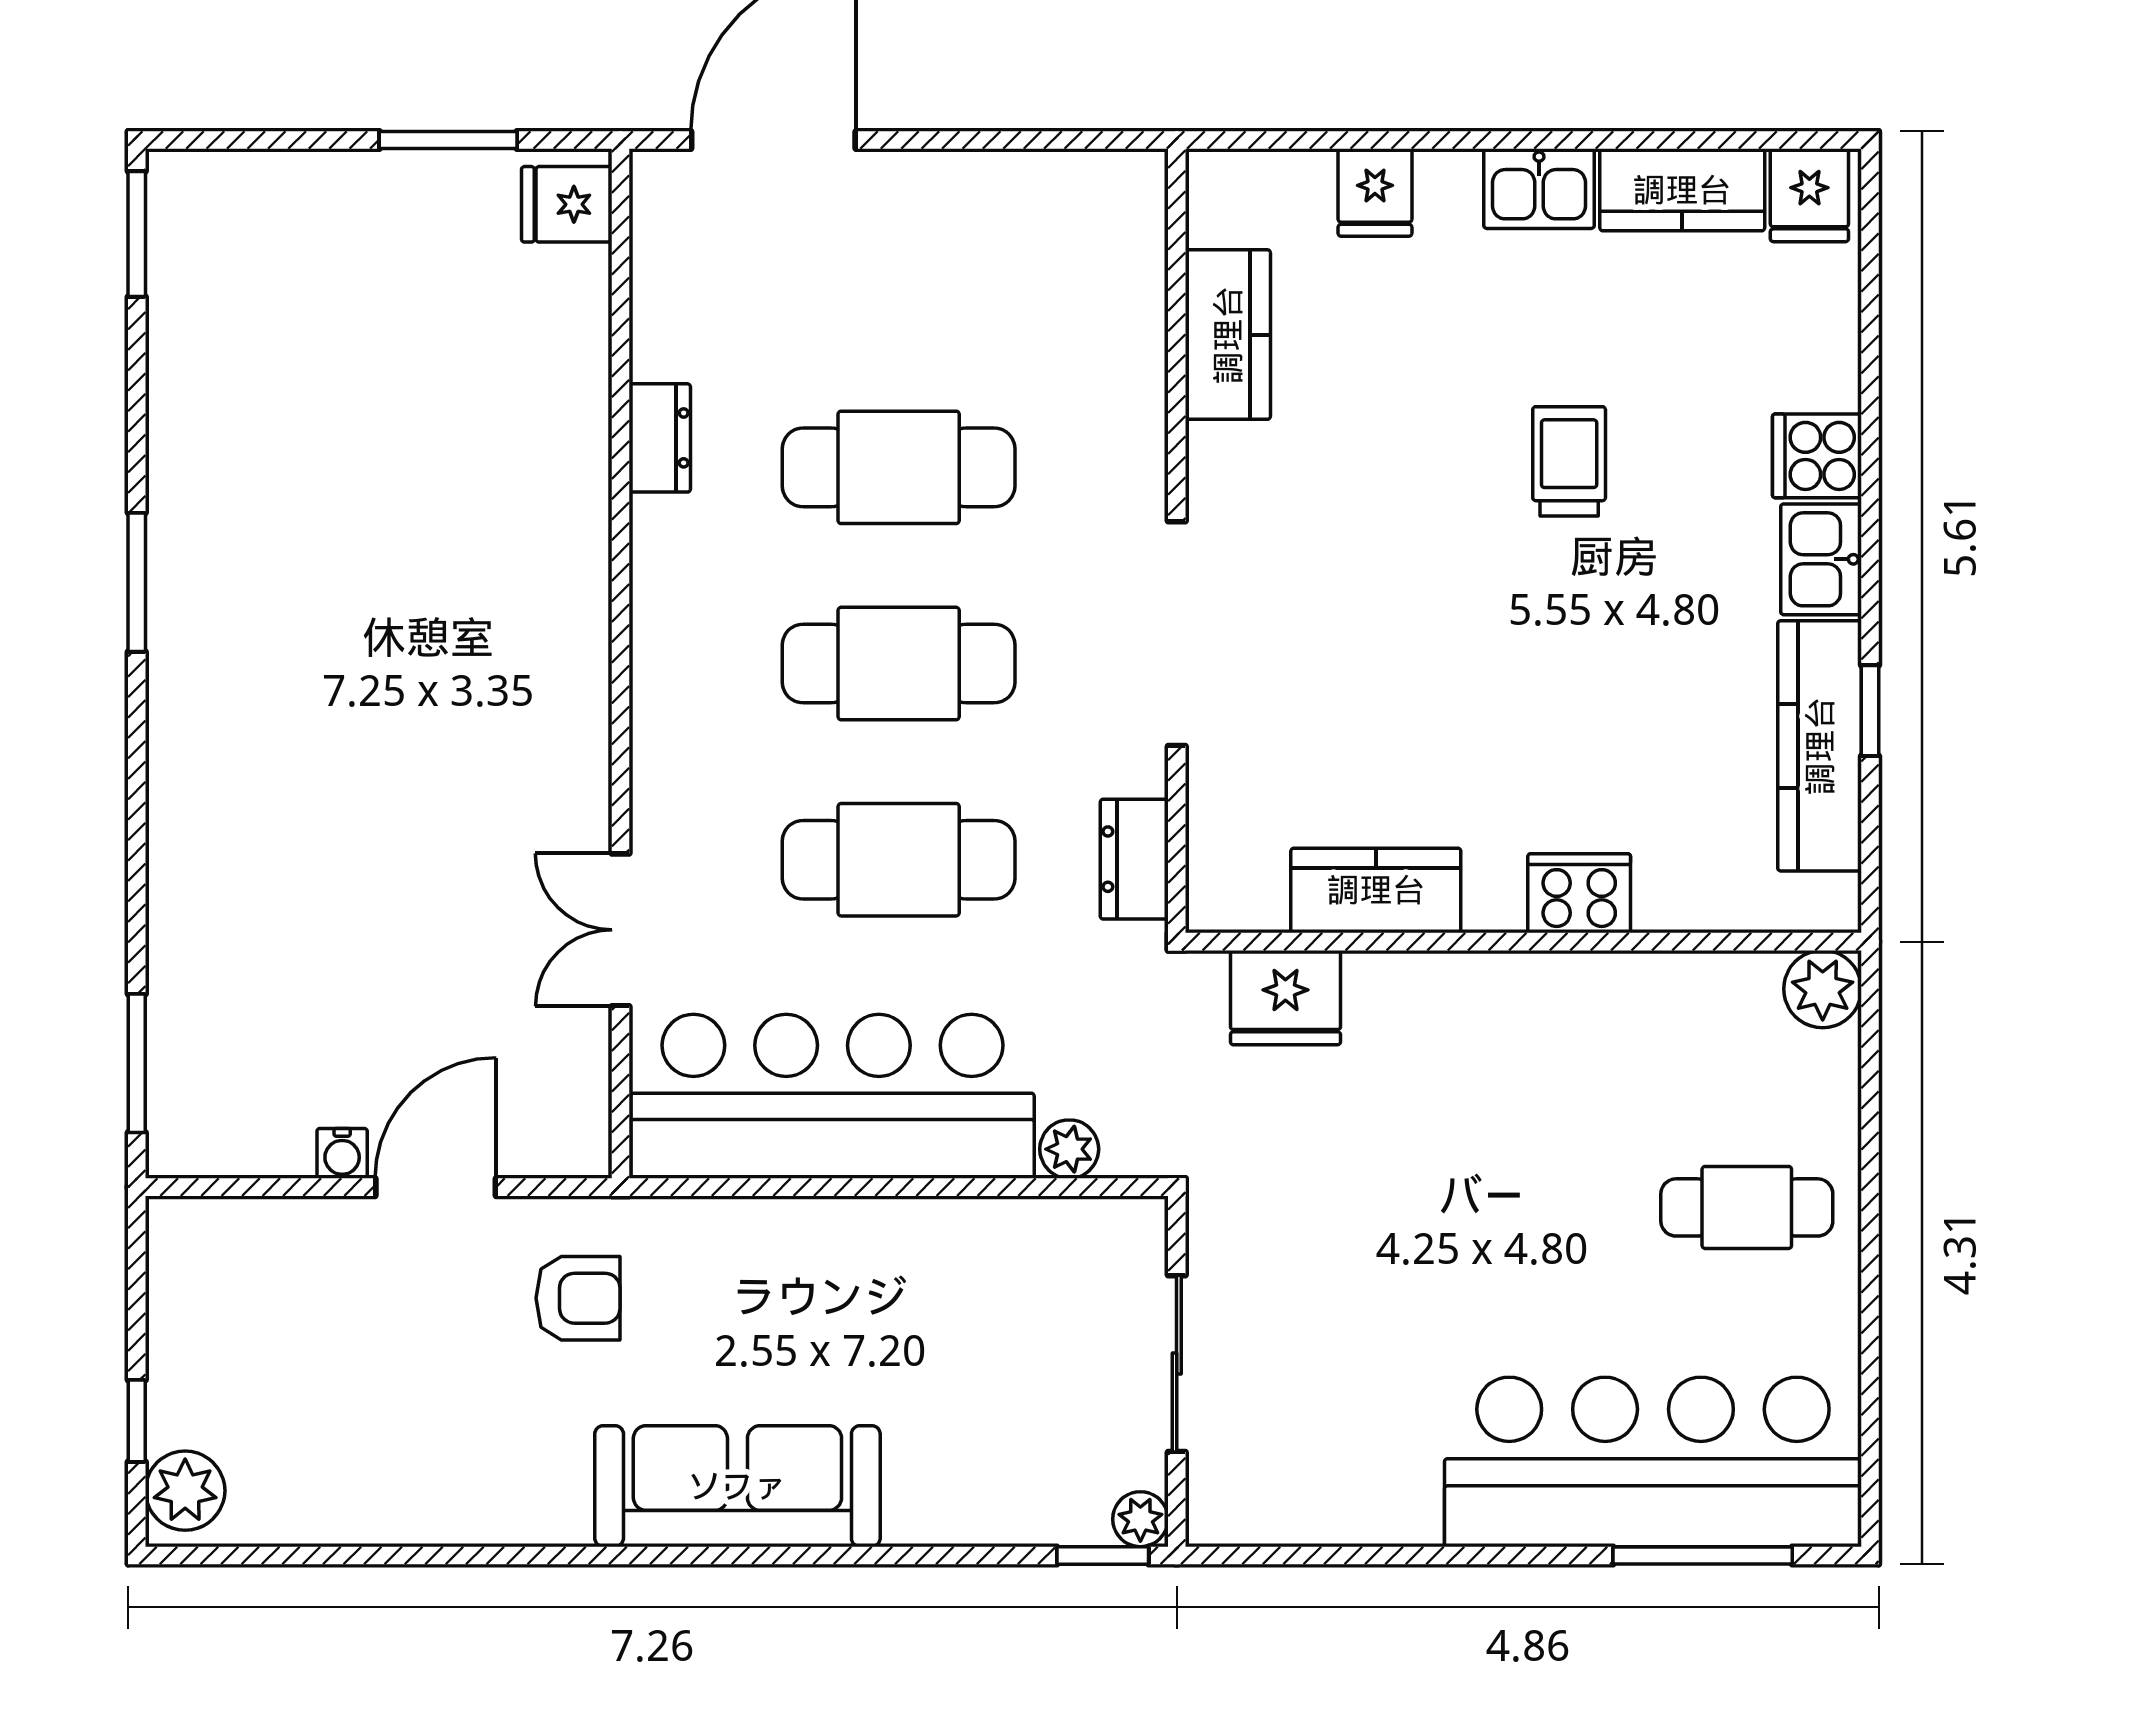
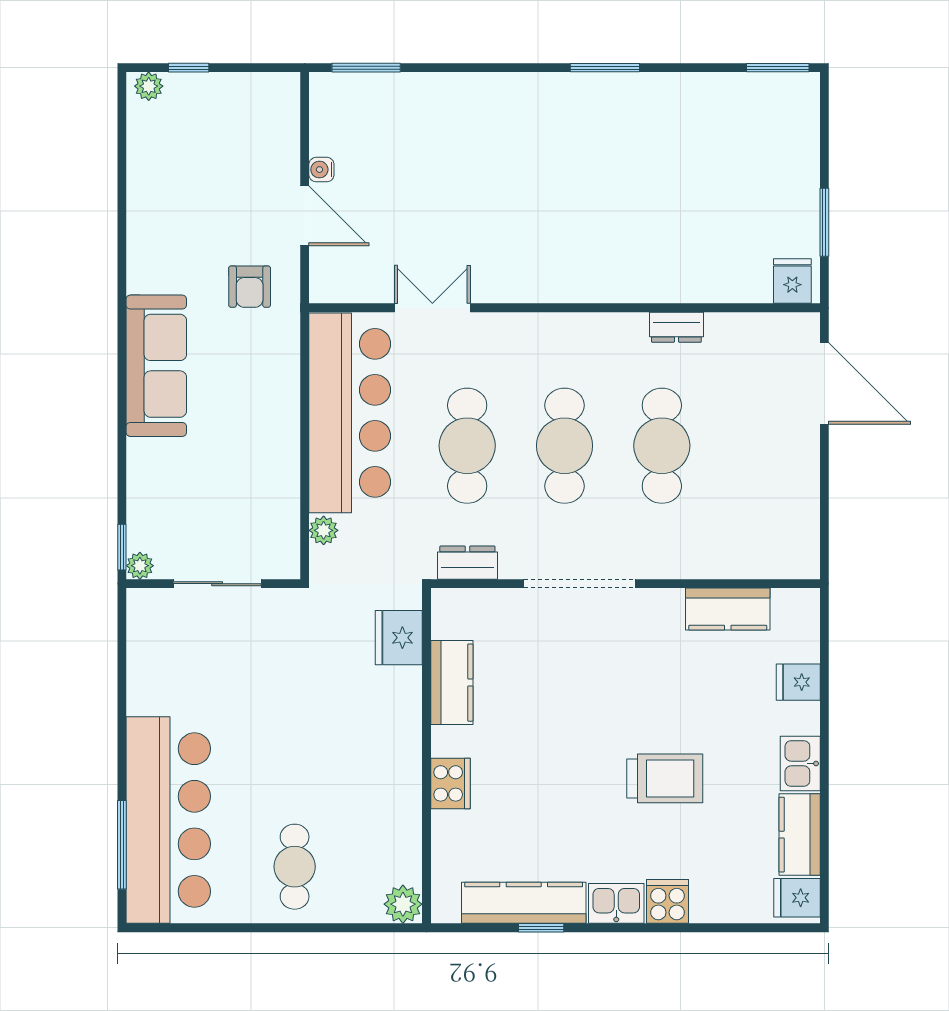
trolley: (1569, 461) -> (665, 778), width x1.36, depth x1.39
plant: (185, 1491) -> (149, 86), width x0.73, depth x0.73

